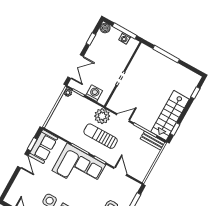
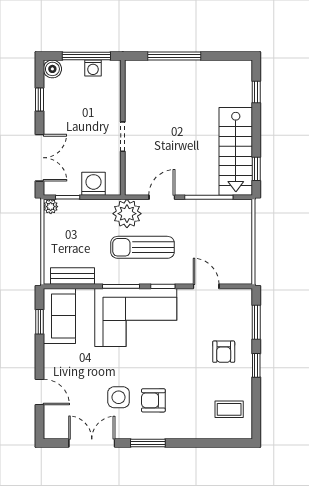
bench: (153, 141) -> (72, 276), moved
door: (23, 161) -> (39, 392), moved

